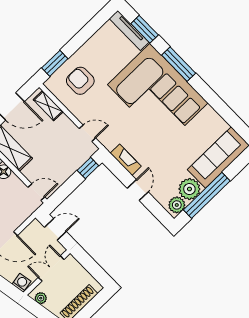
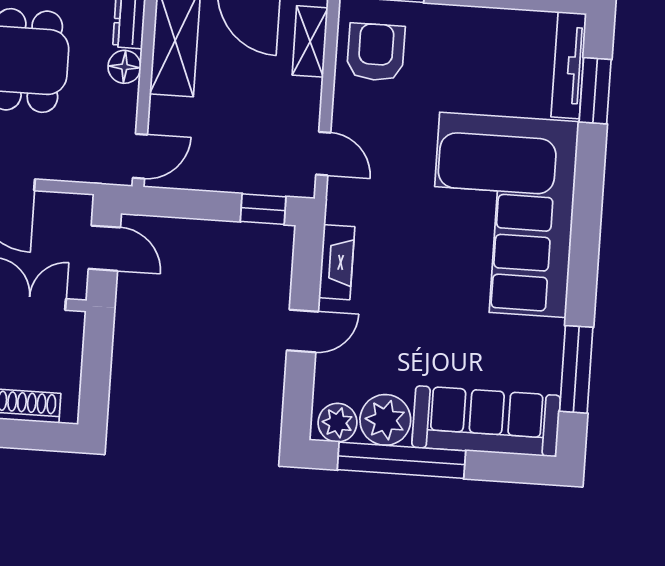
window: (179, 64) -> (576, 369), moved
armchair: (80, 81) -> (376, 52), moved
door: (36, 192) -> (140, 156), hinge flipped

